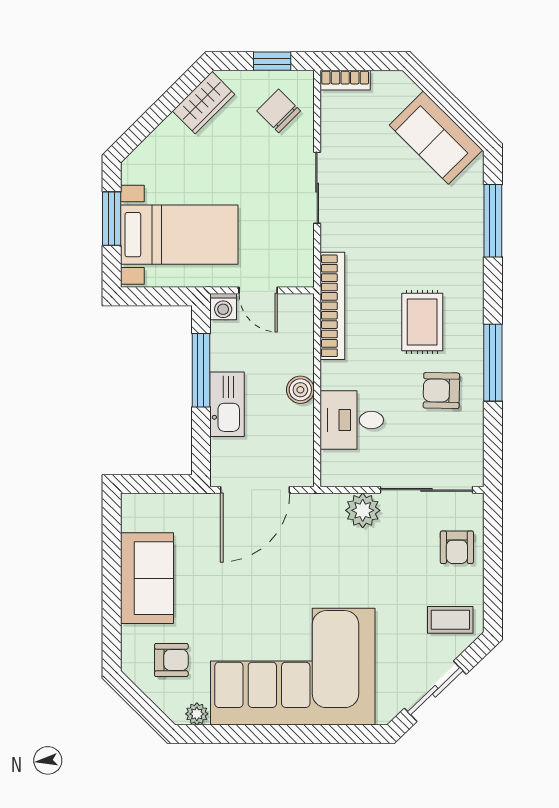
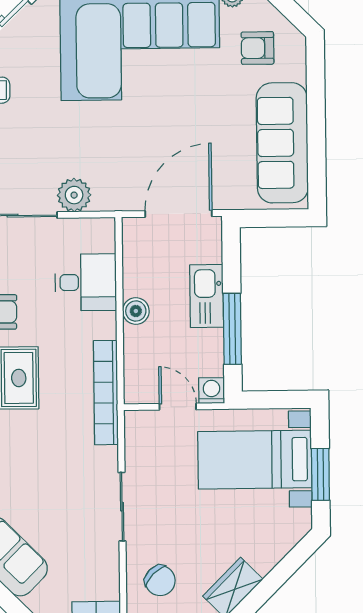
sofa: (147, 578) -> (282, 143), width x1.36

